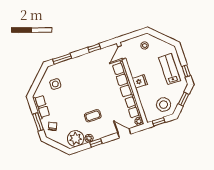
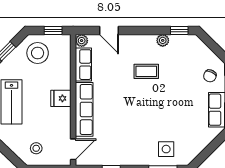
side table: (55, 84) -> (166, 149), moved
plant: (76, 139) -> (182, 47), removed
window: (96, 143) -> (179, 30), moved

